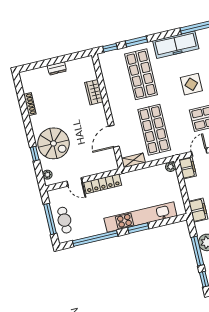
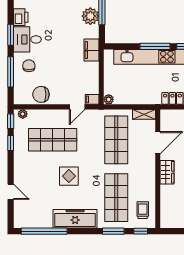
trolley: (113, 68) -> (143, 210), added
wardrobe: (94, 92) -> (167, 172), moved
filing cabinet: (188, 168) -> (92, 99), width x0.50
window: (138, 228) -> (155, 46), width x1.44

